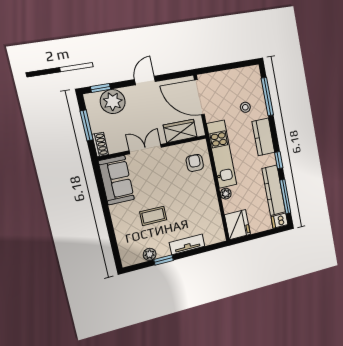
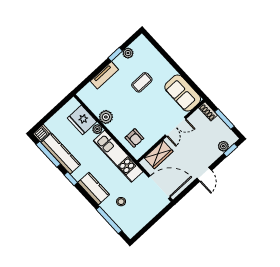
plant: (113, 102) -> (223, 146), width x0.53, depth x0.53
plant: (210, 201) -> (106, 117), added
fridge: (237, 225) -> (82, 120), moved

